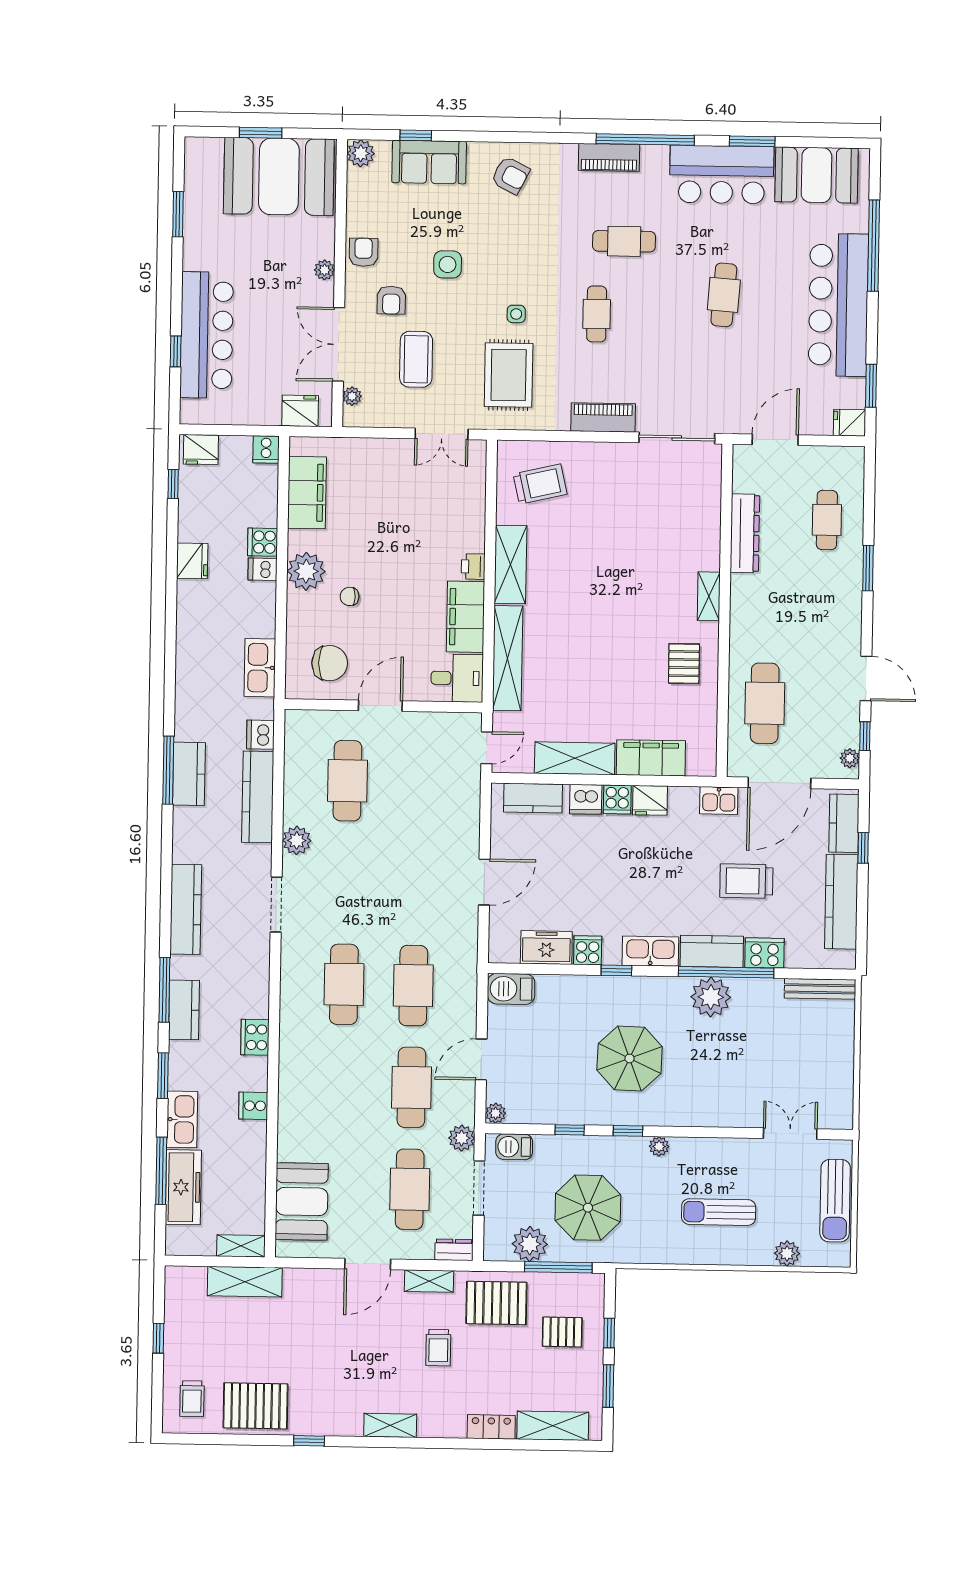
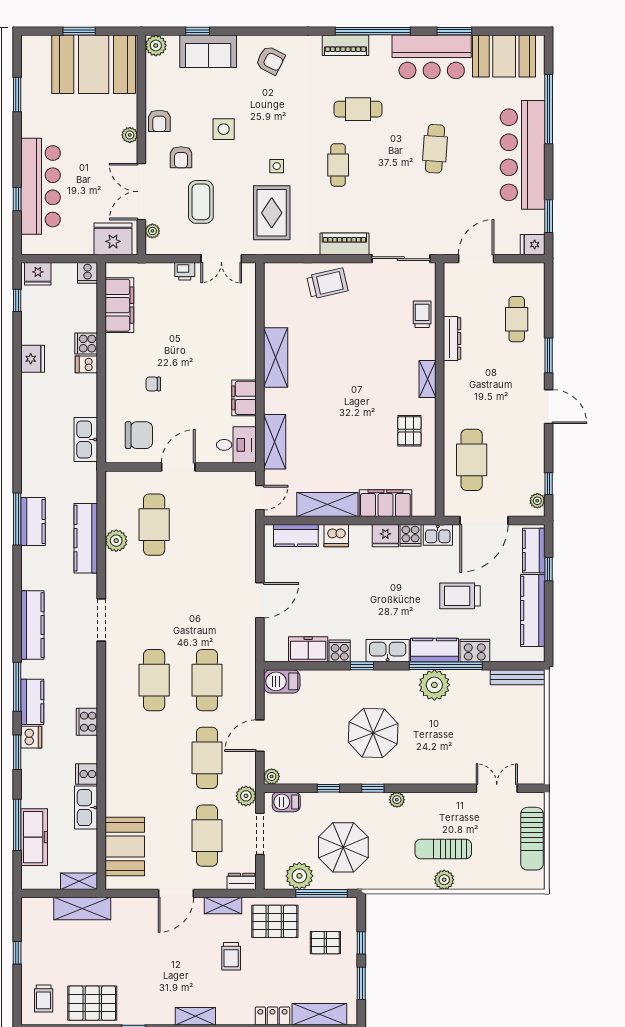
armchair: (363, 252) -> (159, 121), turned 180
fridge: (300, 411) -> (113, 239), width x1.36, depth x1.34
trolley: (540, 484) -> (327, 283), moved
trolley: (703, 511) -> (422, 314), added
dresser: (745, 533) -> (452, 339), width x0.73, depth x0.80
printer: (473, 567) -> (185, 271), moved, turned -90
plant: (306, 571) -> (120, 365), removed
filing cabinet: (465, 617) -> (244, 398), width x0.67, depth x0.86
shelving: (508, 658) -> (275, 442), width x0.68
door: (866, 678) -> (549, 407), moved
dishwasher: (260, 735) -> (31, 737), moved, turned 180
cooker: (617, 799) -> (410, 535), moved
plant: (297, 840) -> (116, 541), moved
kitchen sink: (182, 1119) -> (86, 808), moved, turned 180
plant: (787, 1253) -> (444, 880), moved

